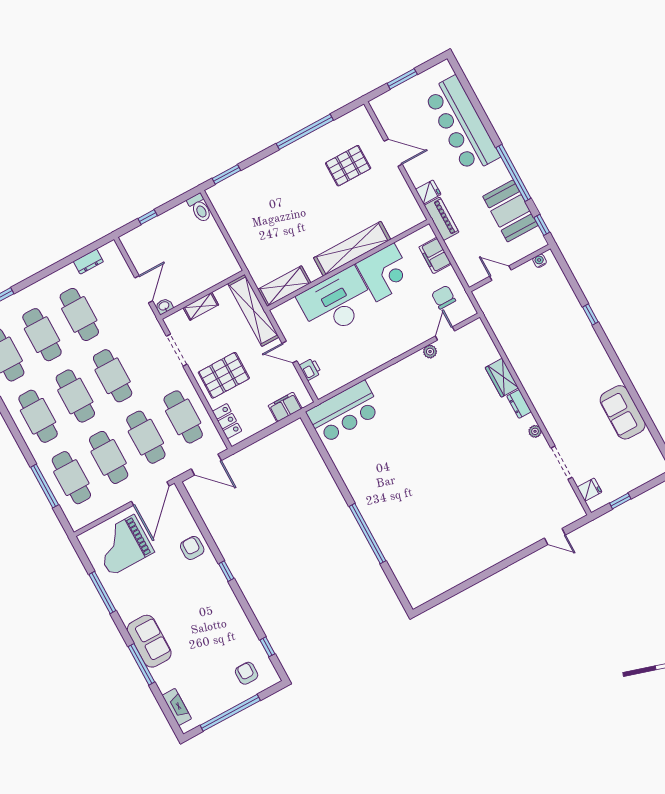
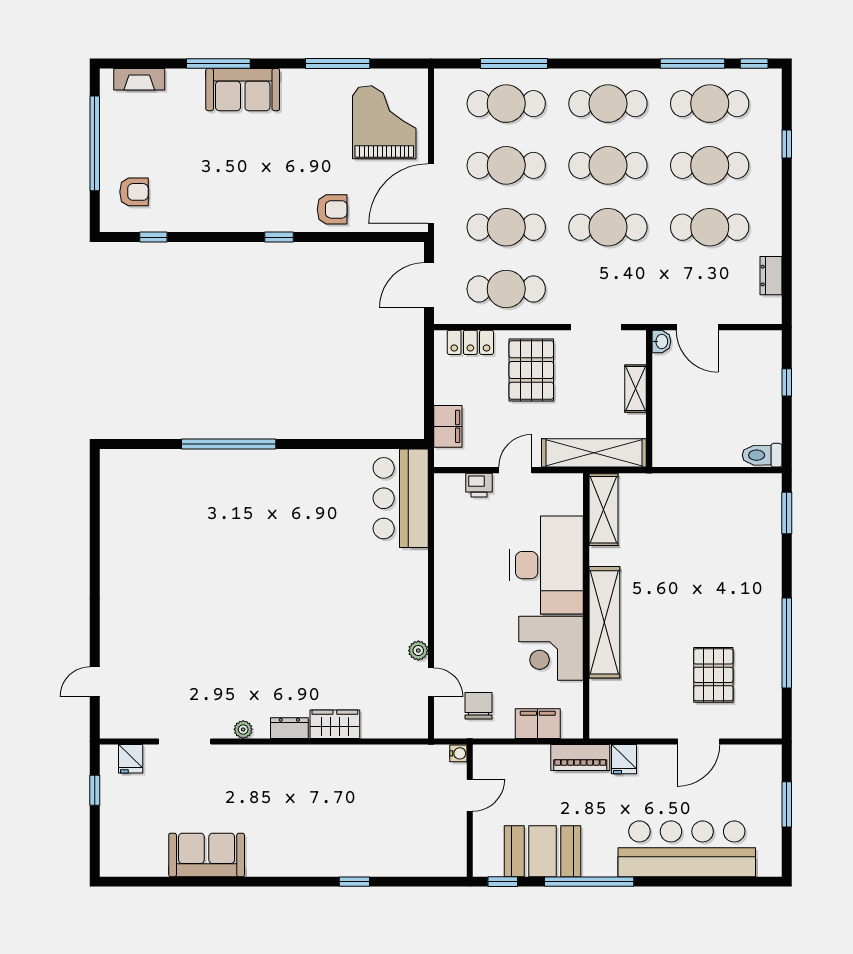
water cooler: (540, 261) -> (458, 753), moved
chair: (444, 297) -> (478, 706), turned -90
door: (150, 494) -> (431, 194), hinge flipped

